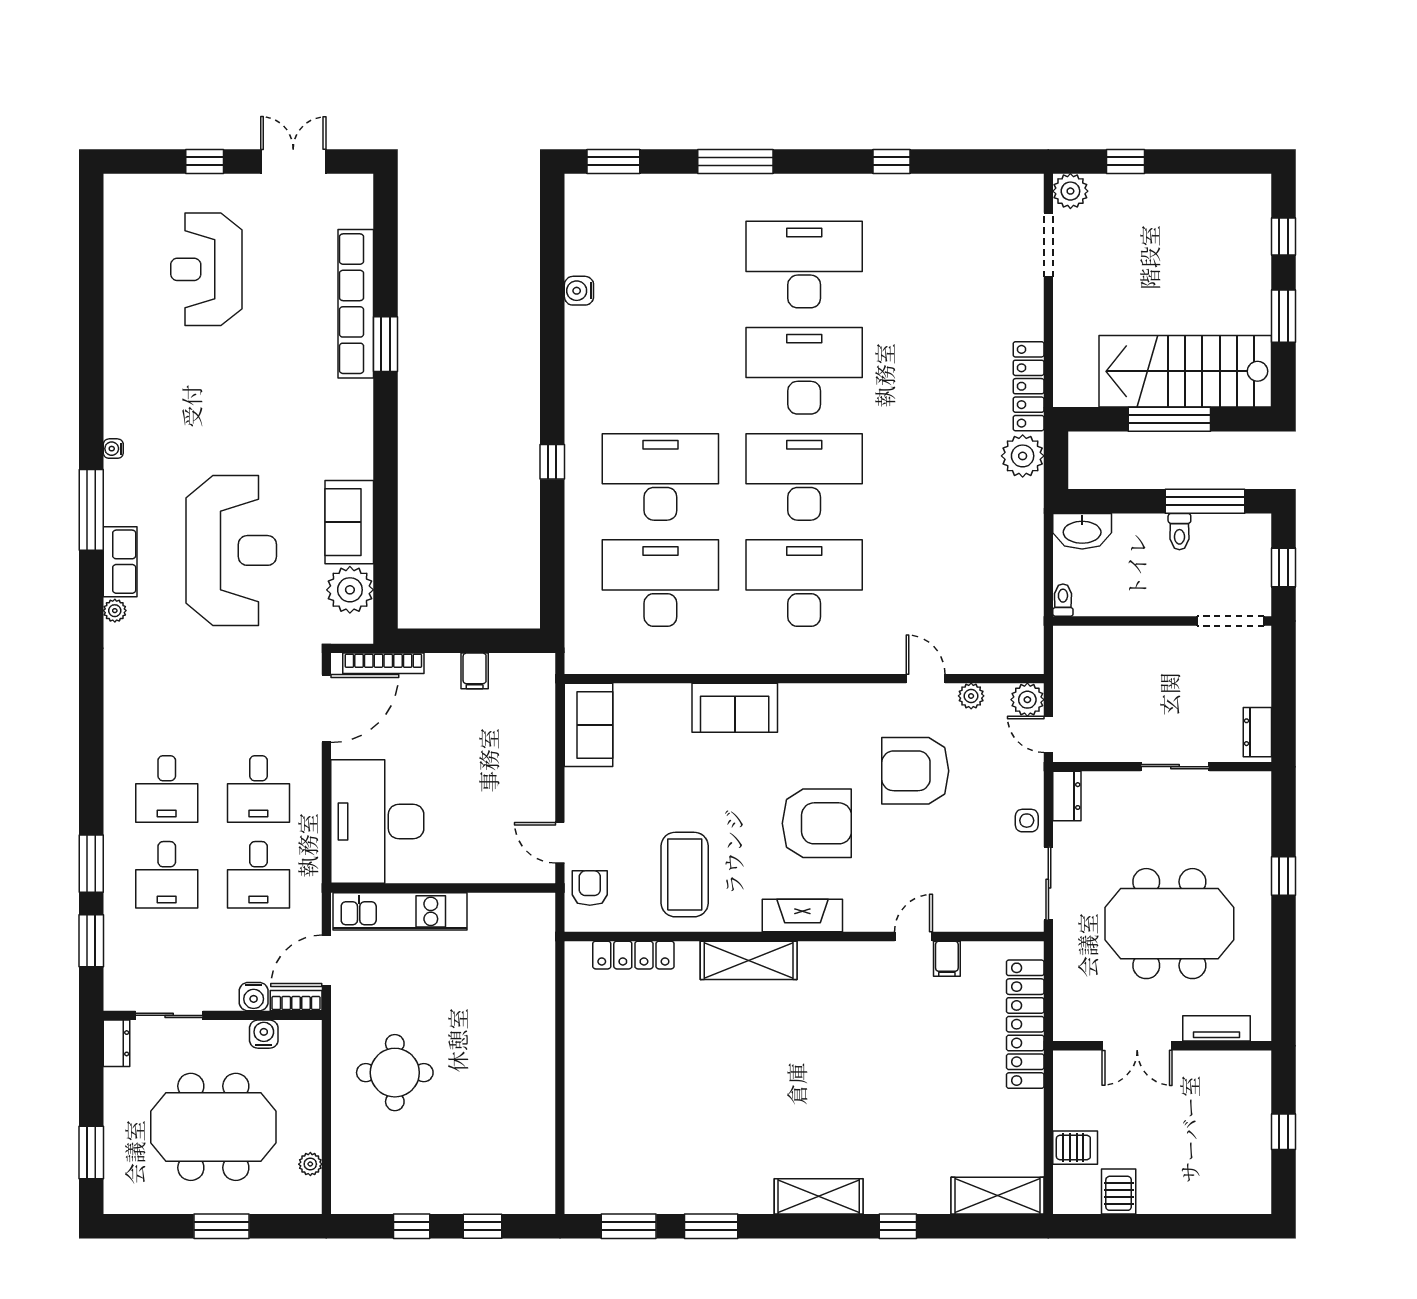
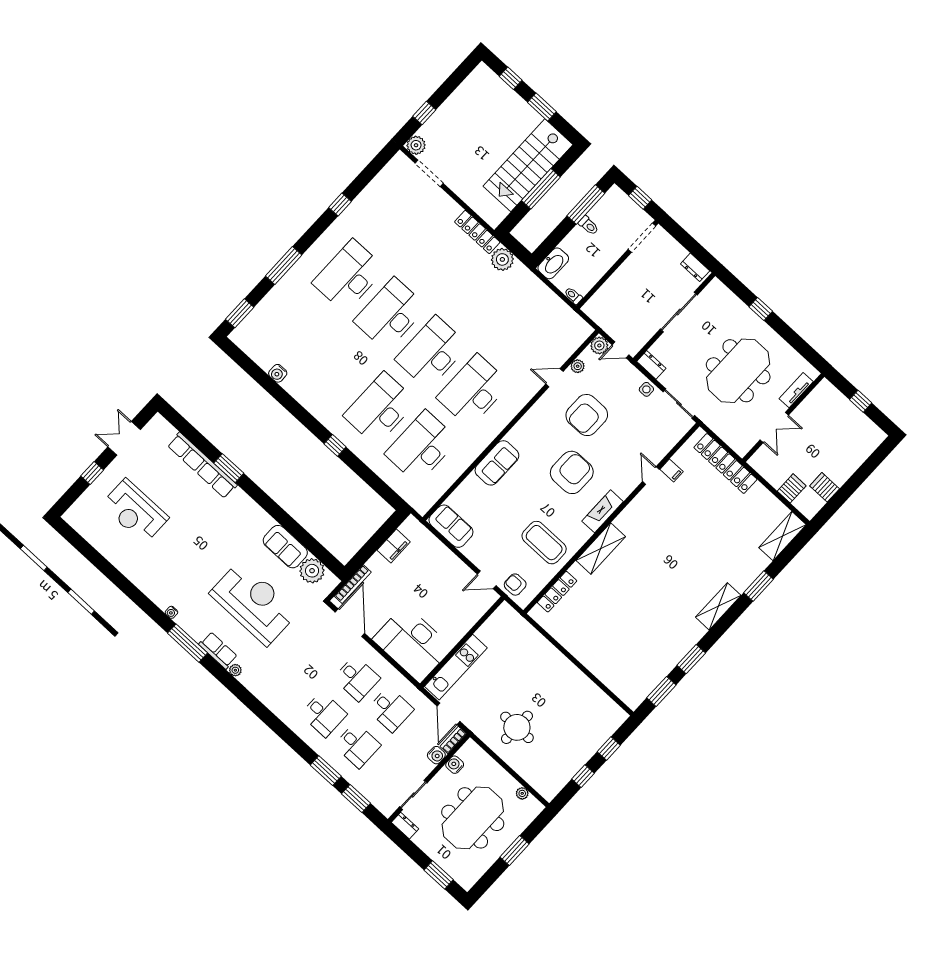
filing cabinet: (475, 671) -> (394, 546), width x2.00
sliding door: (1175, 767) -> (679, 312), width x1.37
window: (898, 1226) -> (759, 586), width x1.50

